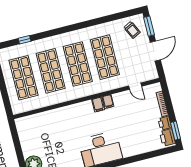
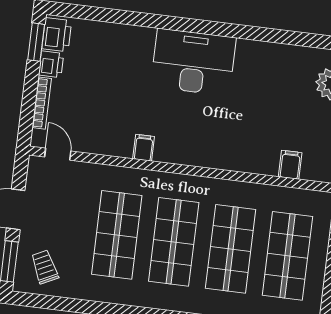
door: (135, 86) -> (58, 154), moved
filing cabinet: (98, 105) -> (290, 165), moved

